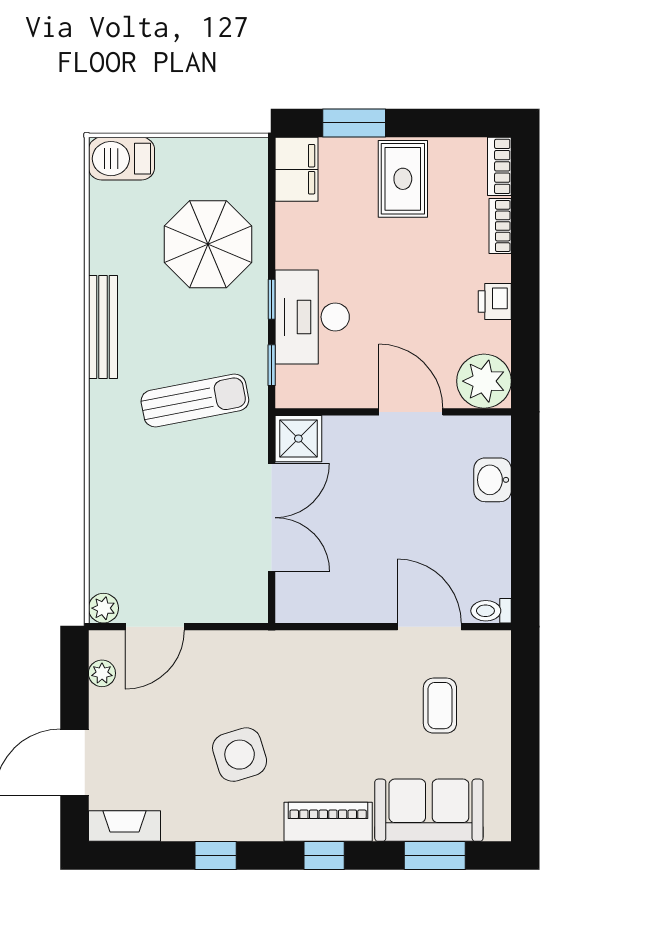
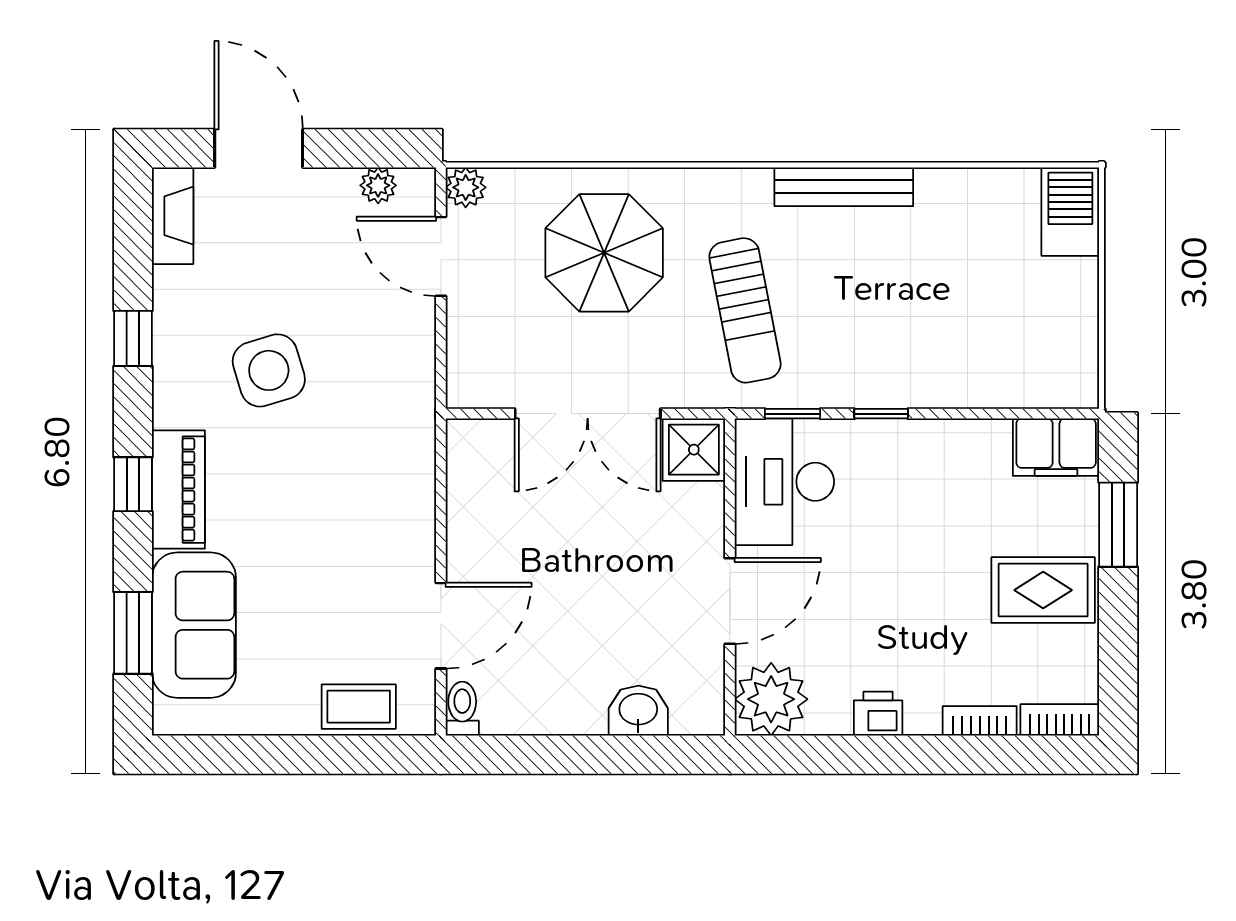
parasol: (208, 244) -> (604, 253), moved
desk: (312, 317) -> (784, 482), moved, turned -90
coffee table: (440, 706) -> (359, 707), moved

